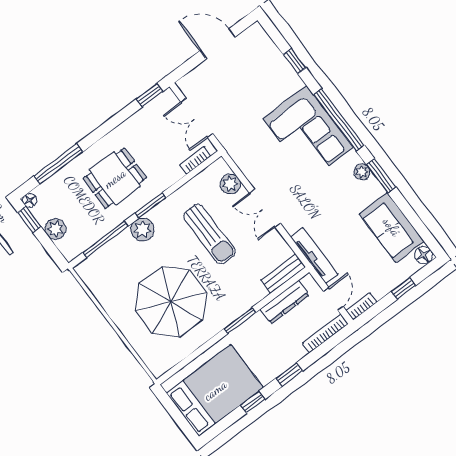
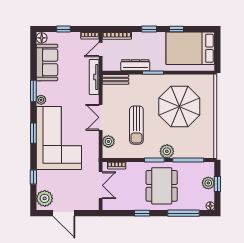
plant: (258, 44) -> (45, 198), added
window: (149, 95) -> (142, 213), moved
window: (339, 120) -> (33, 133), width x0.47
corner sofa: (308, 133) -> (59, 138), width x1.36, depth x1.36
dining table: (115, 178) -> (162, 186), width x1.38
double door: (265, 208) -> (101, 117), swing flipped
window: (29, 219) -> (217, 184), moved
sun lounger: (209, 234) -> (136, 125), turned 180
dresser: (285, 302) -> (135, 65), moved

